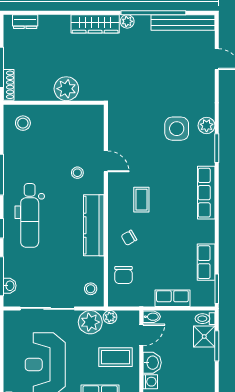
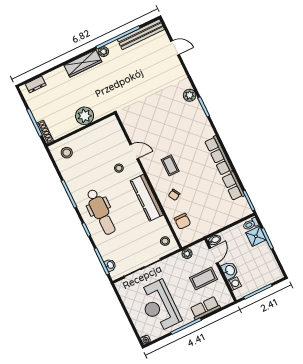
side table: (177, 129) -> (171, 107), removed
row of seats: (206, 193) -> (219, 156), moved
row of seats: (172, 298) -> (222, 221), removed
plant: (90, 322) -> (176, 263), removed

